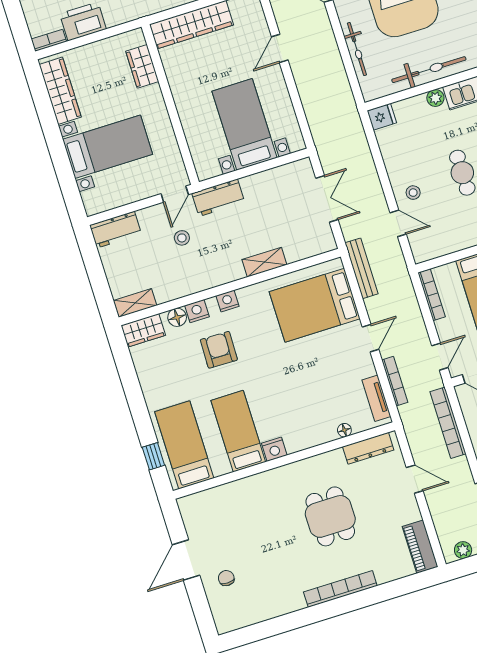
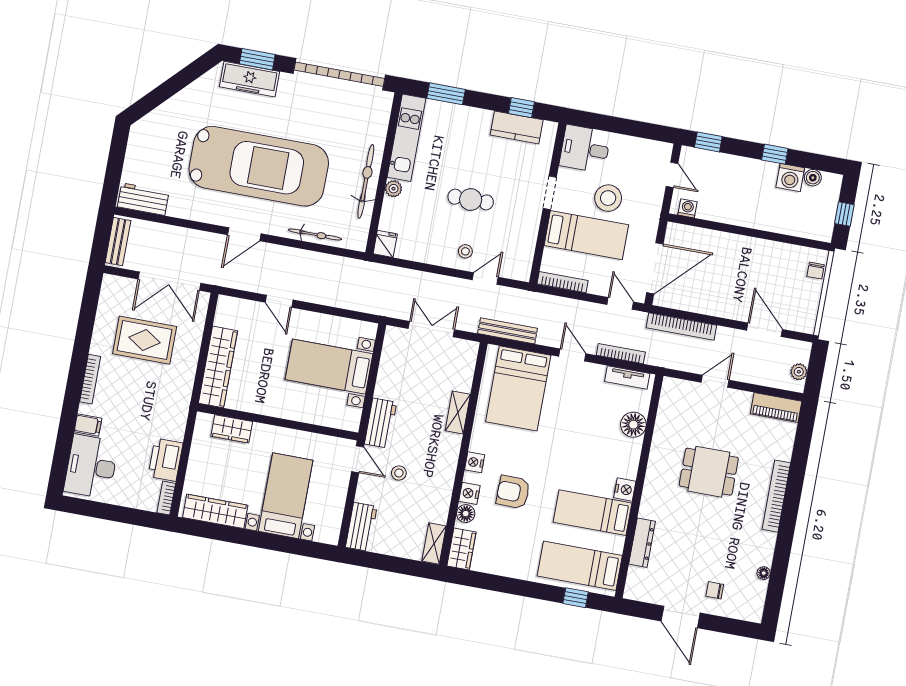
floor lamp: (344, 430) -> (633, 425), width x1.89, depth x1.89
dresser: (368, 448) -> (642, 543), moved
floor lamp: (265, 614) -> (764, 573), added

